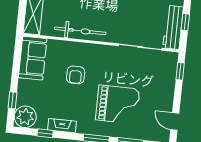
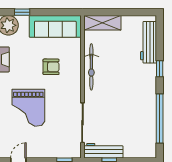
sofa: (33, 58) -> (55, 26), width x1.36
armchair: (76, 75) -> (51, 67), turned 180

